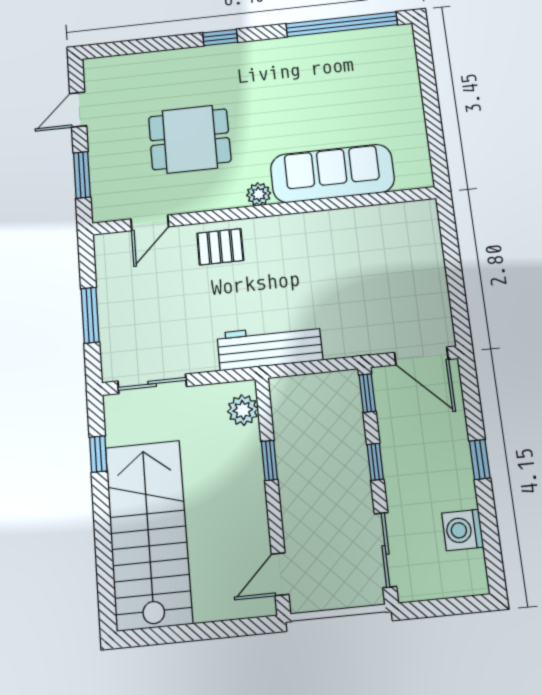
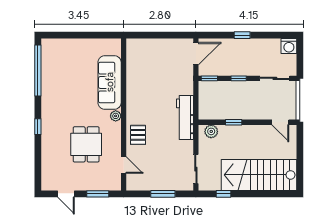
washing machine: (463, 530) -> (289, 46), moved

